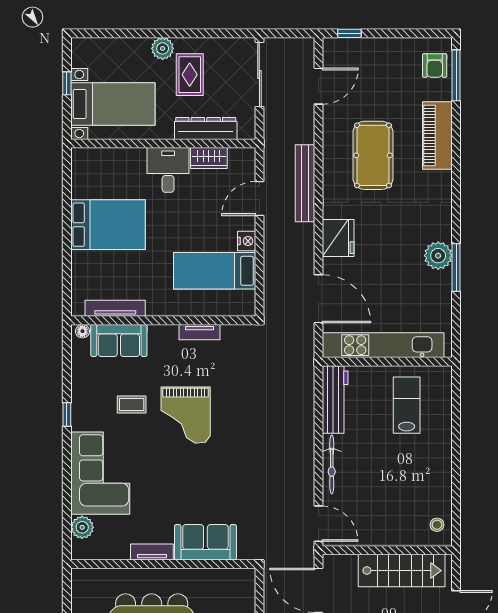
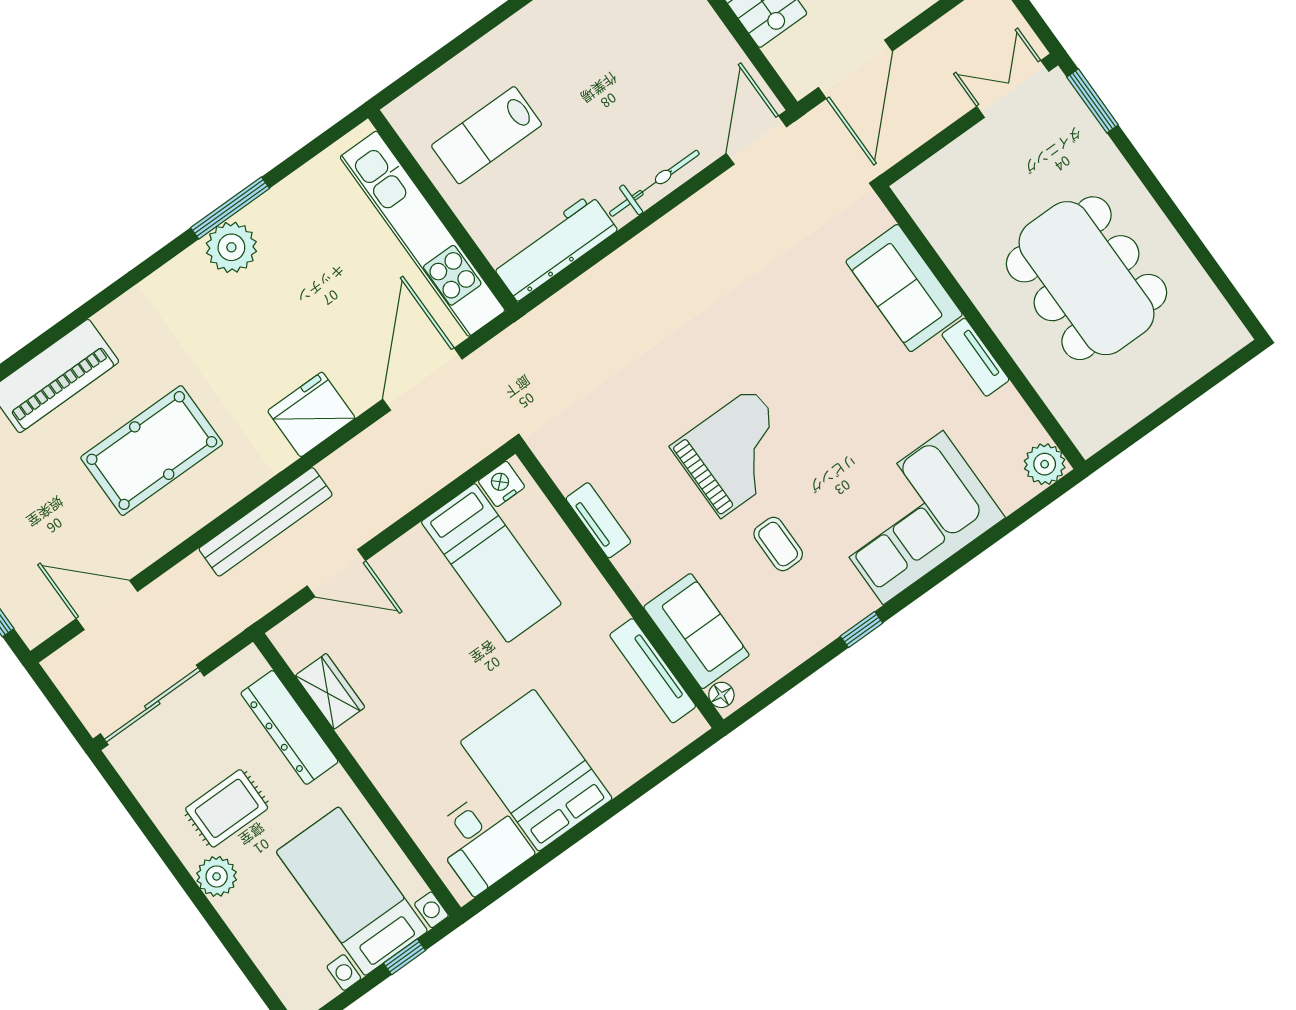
window: (67, 83) -> (405, 957), moved
desk: (168, 170) -> (481, 842), moved, turned -90
nightstand: (247, 241) -> (501, 484), moved
plant: (82, 527) -> (1045, 464), moved

